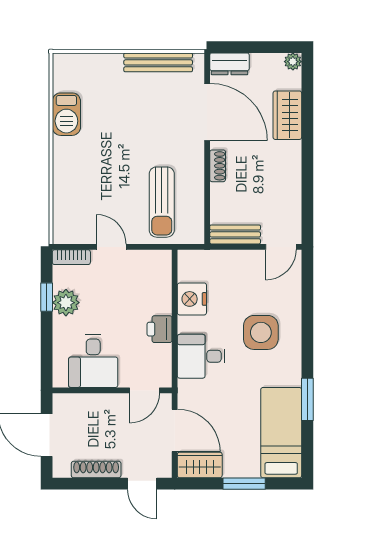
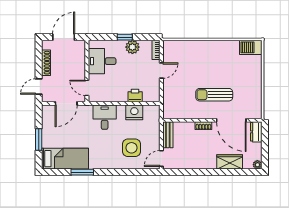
bench: (158, 62) -> (257, 95), removed
door: (207, 112) -> (231, 120), hinge flipped
barbecue: (66, 114) -> (251, 47), moved
sun lounger: (162, 202) -> (214, 95), moved
door: (281, 247) -> (161, 158), hinge flipped
window: (47, 297) -> (125, 37), moved
printer: (160, 329) -> (135, 96), moved
side table: (261, 332) -> (132, 148), moved
wardrobe: (200, 465) -> (48, 116), removed

